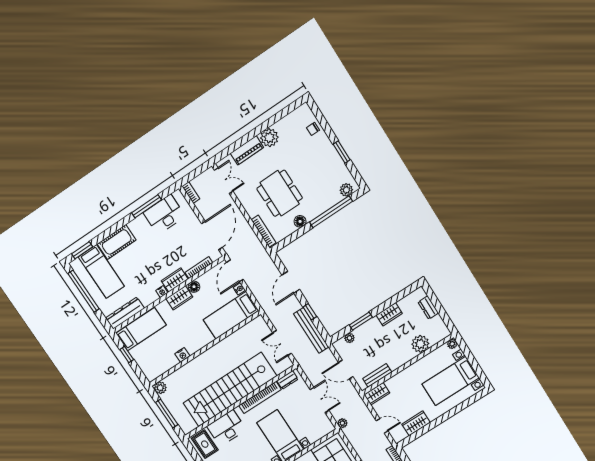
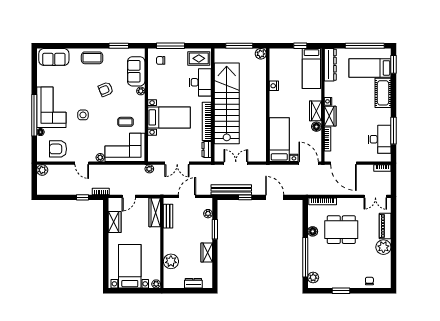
wardrobe: (377, 394) -> (155, 212), width x1.50

